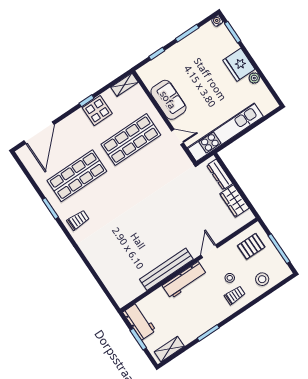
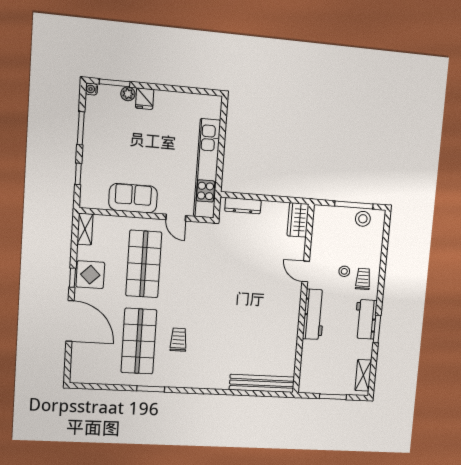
fridge: (239, 65) -> (145, 99), width x0.53, depth x0.75
plant: (254, 78) -> (128, 94), moved
door: (39, 133) -> (70, 321), moved
door: (177, 137) -> (176, 218), swing flipped
wardrobe: (235, 201) -> (298, 220), moved, turned 90
trolley: (78, 220) -> (179, 340), moved
pallet: (251, 246) -> (332, 229), removed
bench: (166, 269) -> (262, 383), moved, turned 90
stool: (262, 279) -> (363, 219), moved
workbench: (139, 321) -> (366, 319), moved, turned -90

